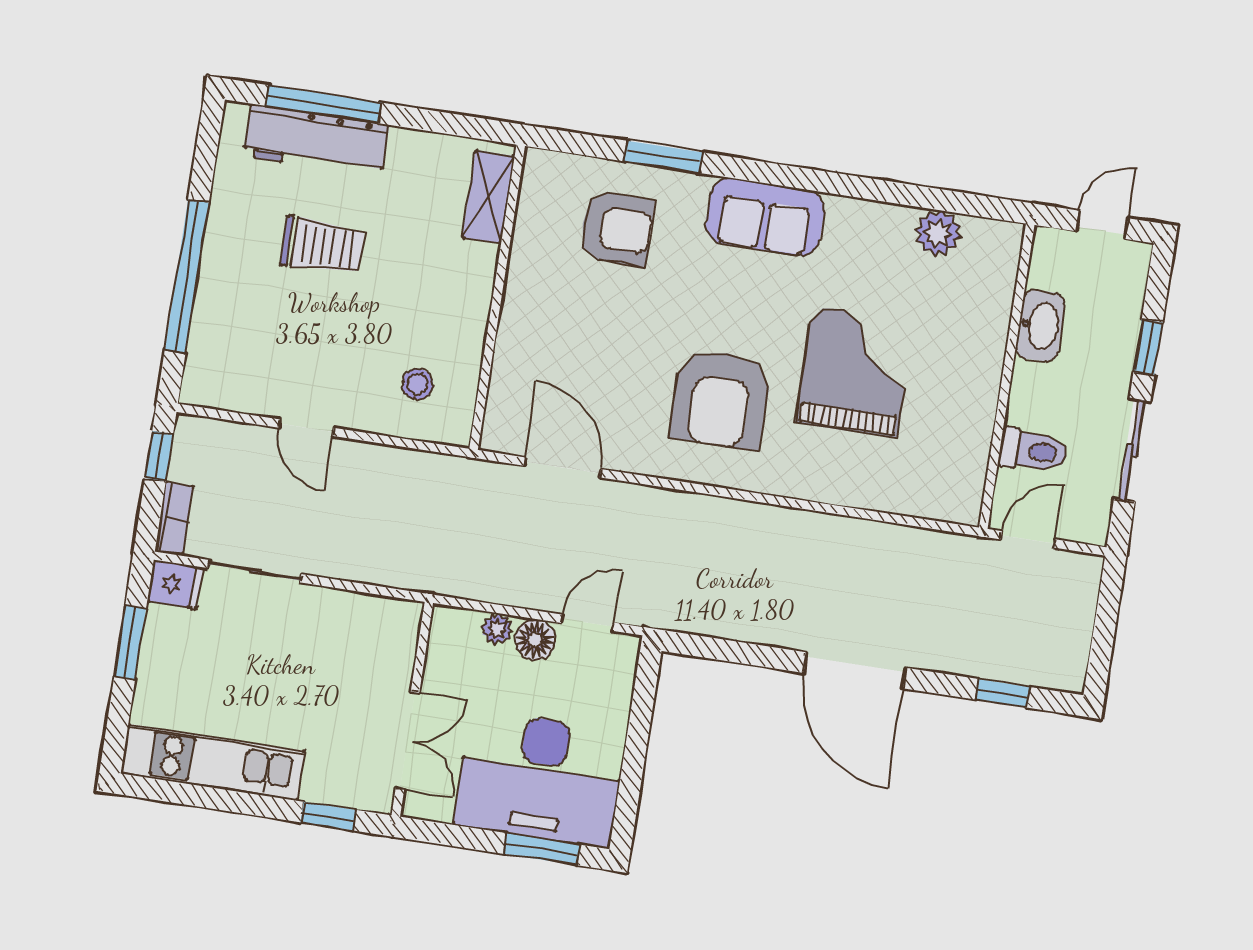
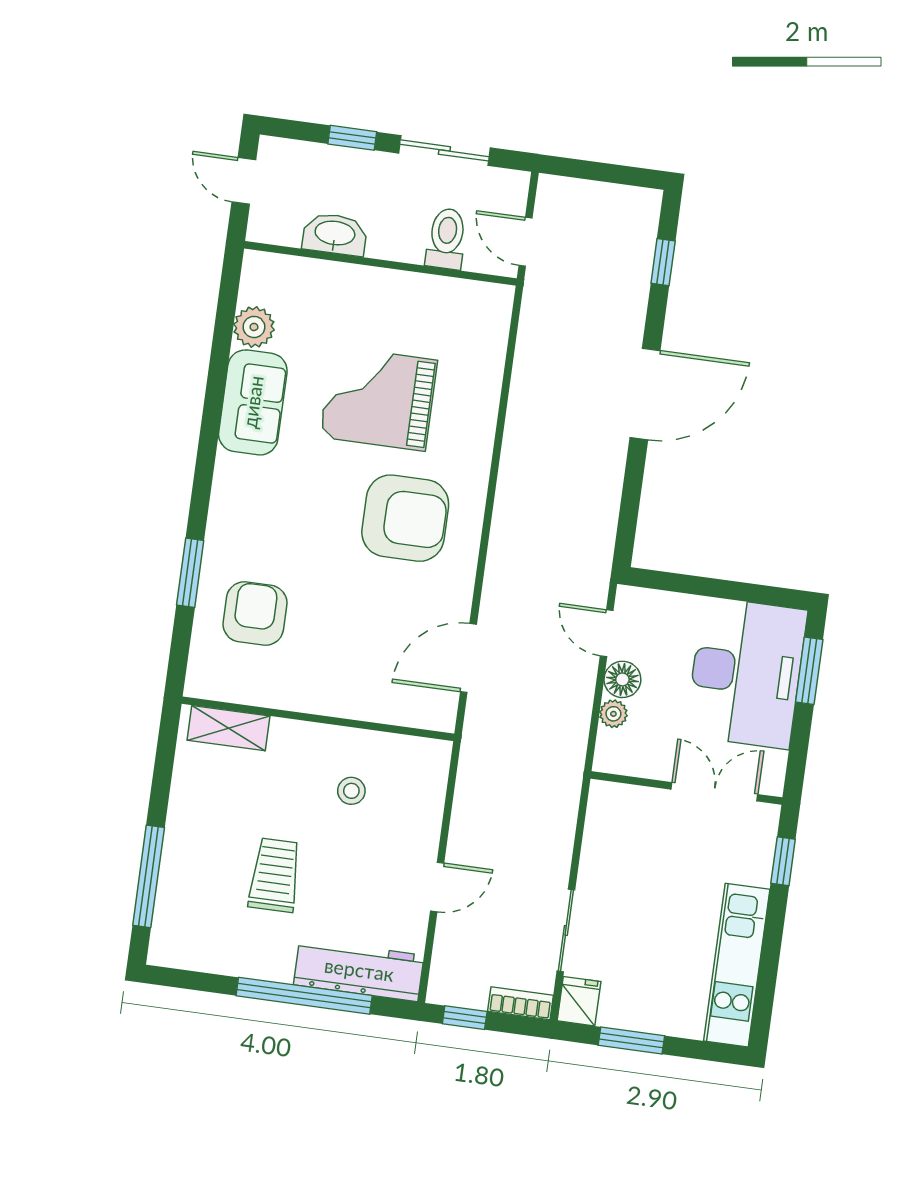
workbench: (316, 140) -> (359, 970), moved, turned -90
sofa: (765, 217) -> (253, 402), moved
stool: (418, 384) -> (351, 791), moved

